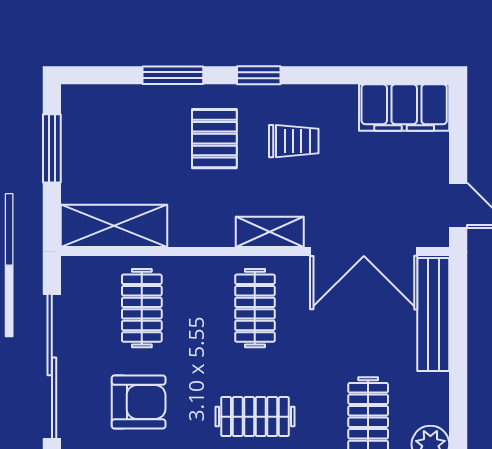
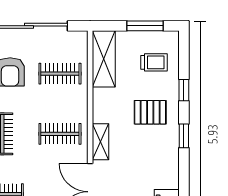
window: (173, 75) -> (184, 90), width x0.67
trolley: (294, 141) -> (154, 62), moved, turned -90

